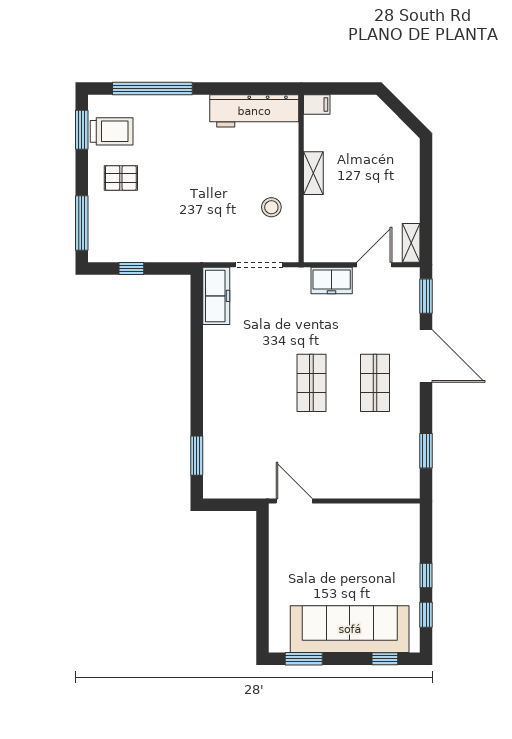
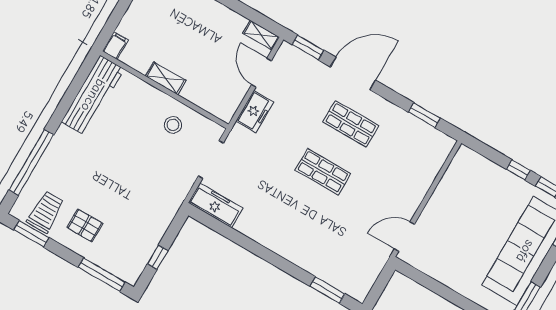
pallet: (121, 178) -> (85, 225), turned 90

